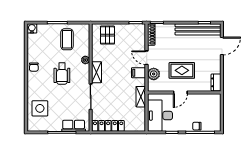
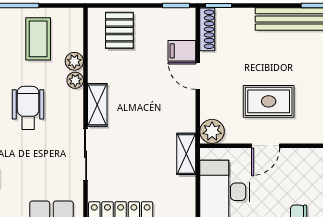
plant: (85, 50) -> (74, 61), added
filing cabinet: (139, 73) -> (182, 51), moved
wheelchair: (62, 74) -> (28, 108), turned 180
plant: (154, 74) -> (212, 131), moved

